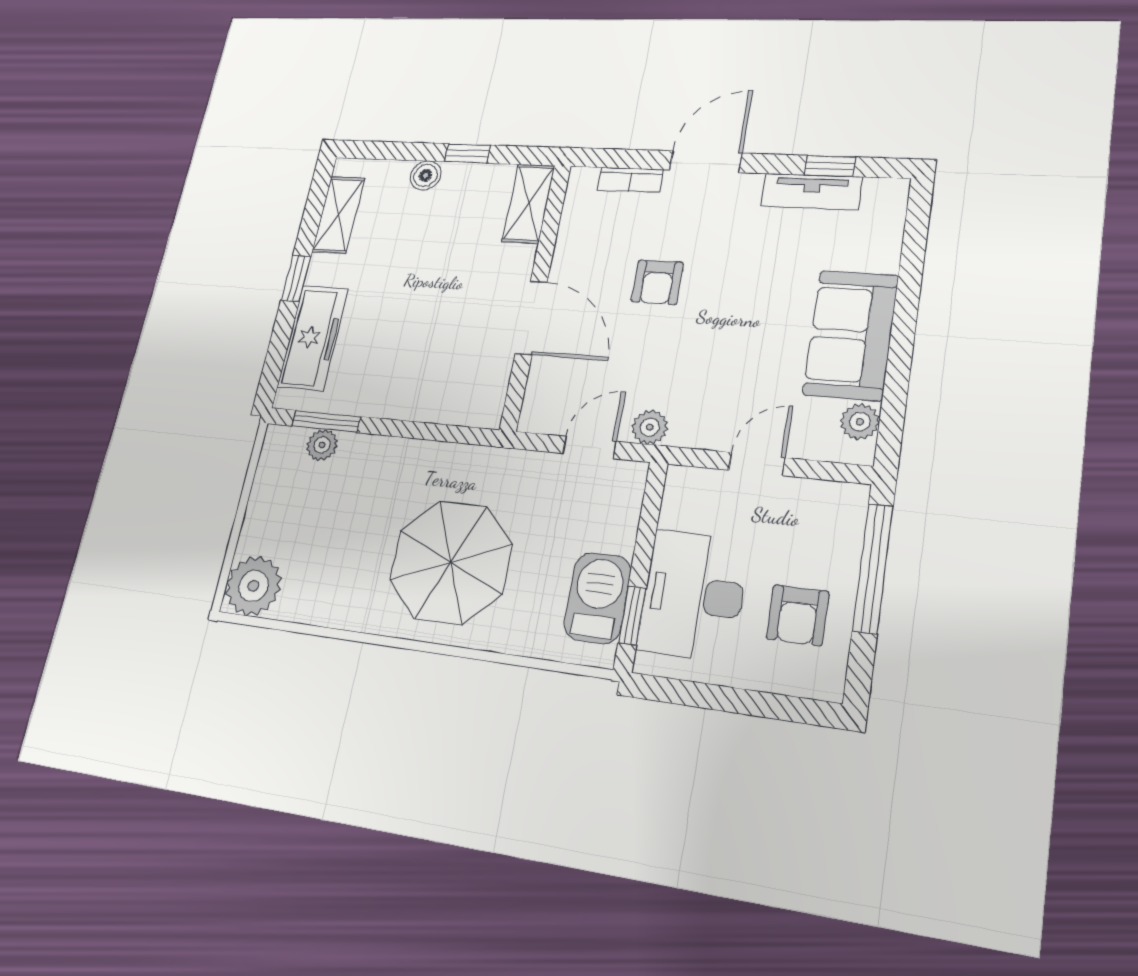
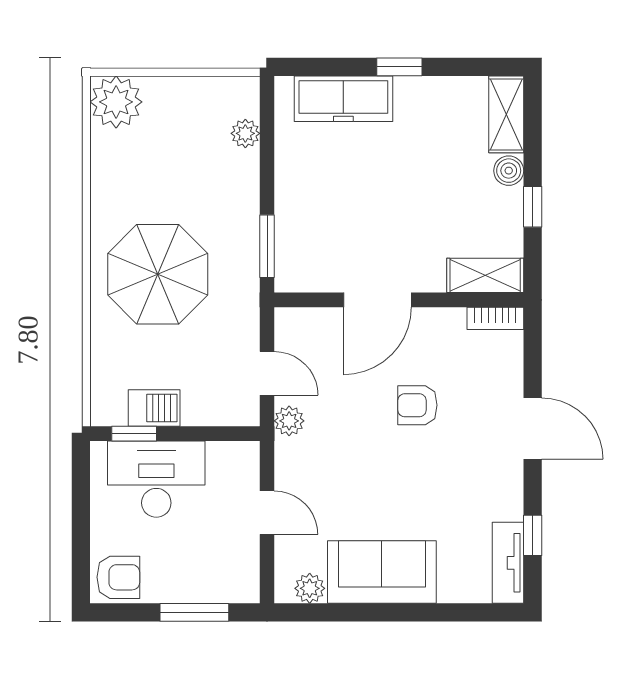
bookcase: (630, 180) -> (495, 318), moved, turned -90
tv unit: (811, 192) -> (508, 563), moved
shelving: (338, 215) -> (506, 114), moved, turned 90
window: (326, 421) -> (267, 246), moved
window: (873, 568) -> (194, 612), width x0.69
barbecue: (597, 598) -> (154, 408), width x0.73, depth x0.79
armchair: (798, 615) -> (118, 577), moved, turned 180

